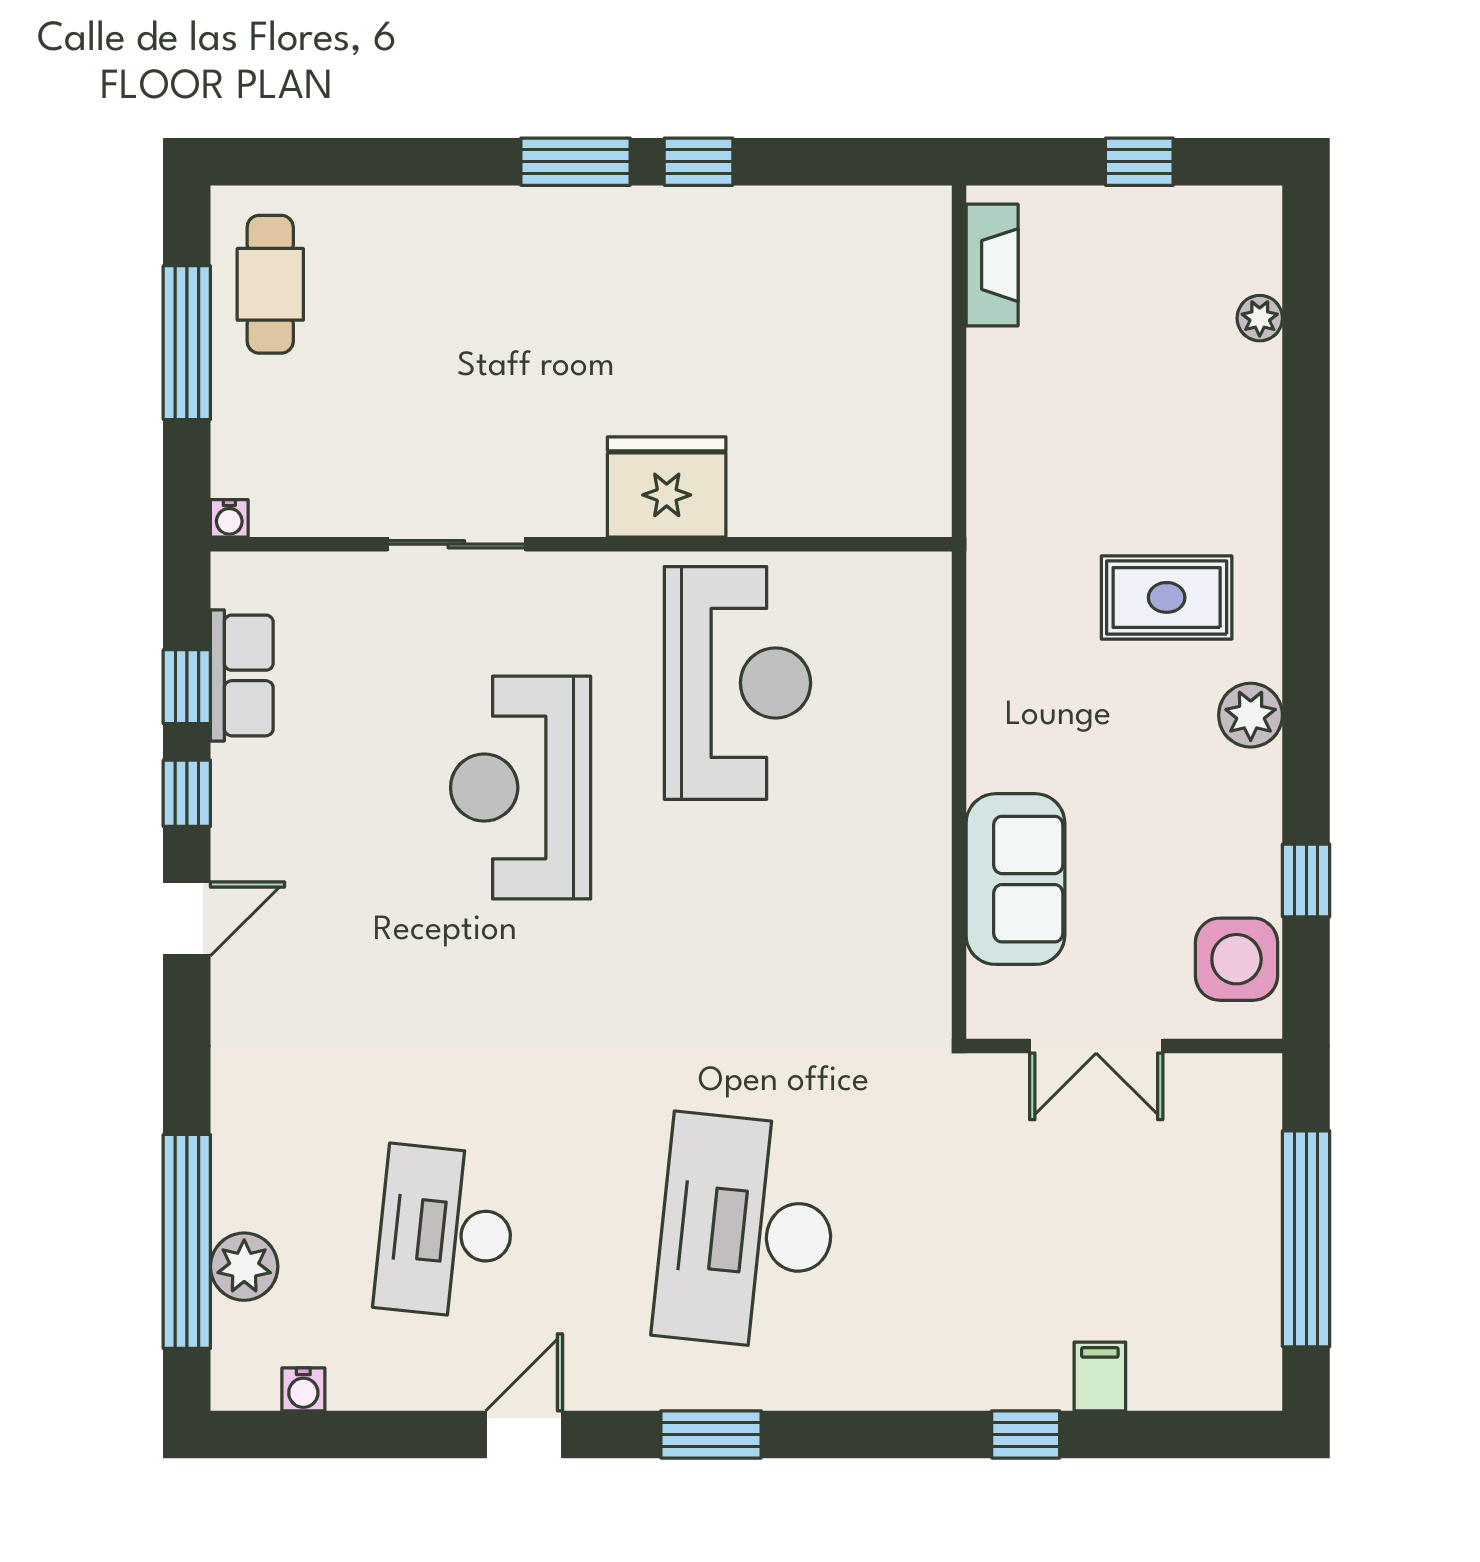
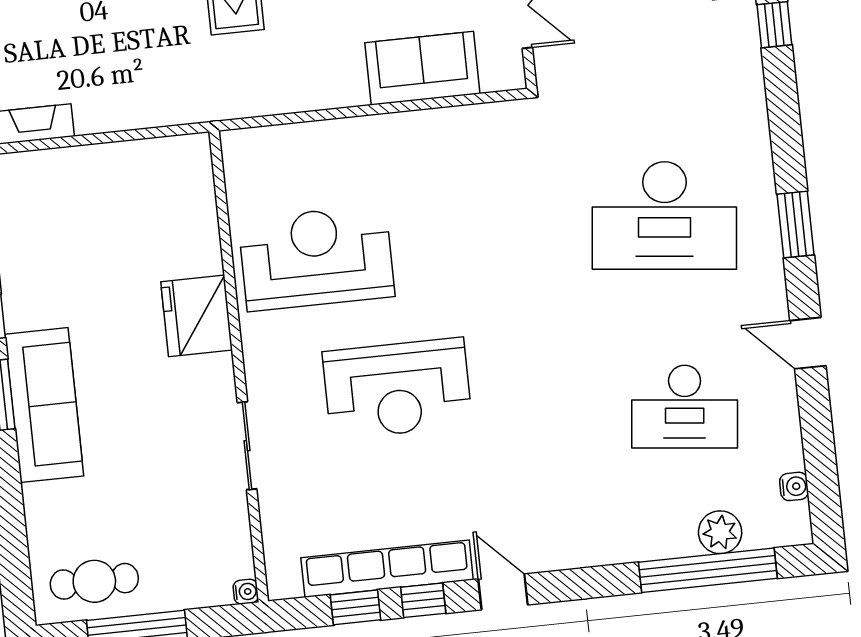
sofa: (553, 235) -> (44, 405), added
row of seats: (242, 675) -> (387, 569), width x2.02

